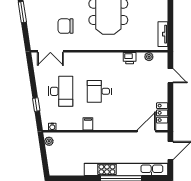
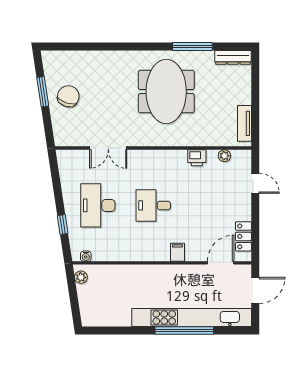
chair: (66, 26) -> (68, 96), moved, turned 108
double door: (50, 51) -> (108, 148), moved
desk: (61, 91) -> (98, 205), turned 180
filing cabinet: (88, 124) -> (177, 252), moved

